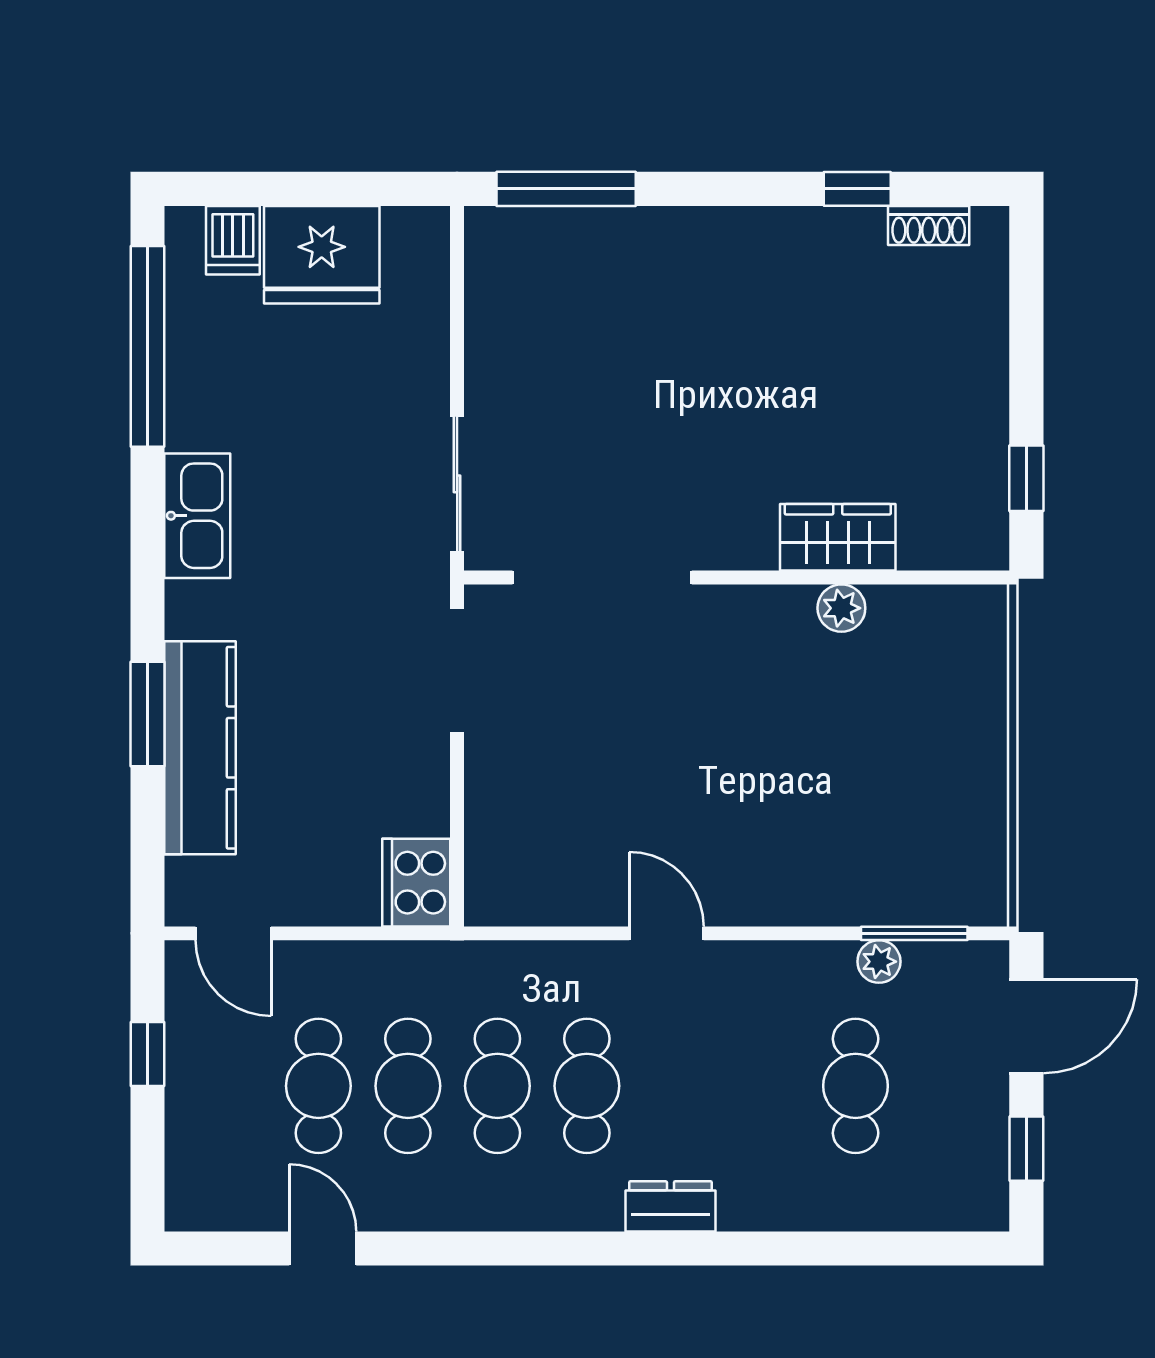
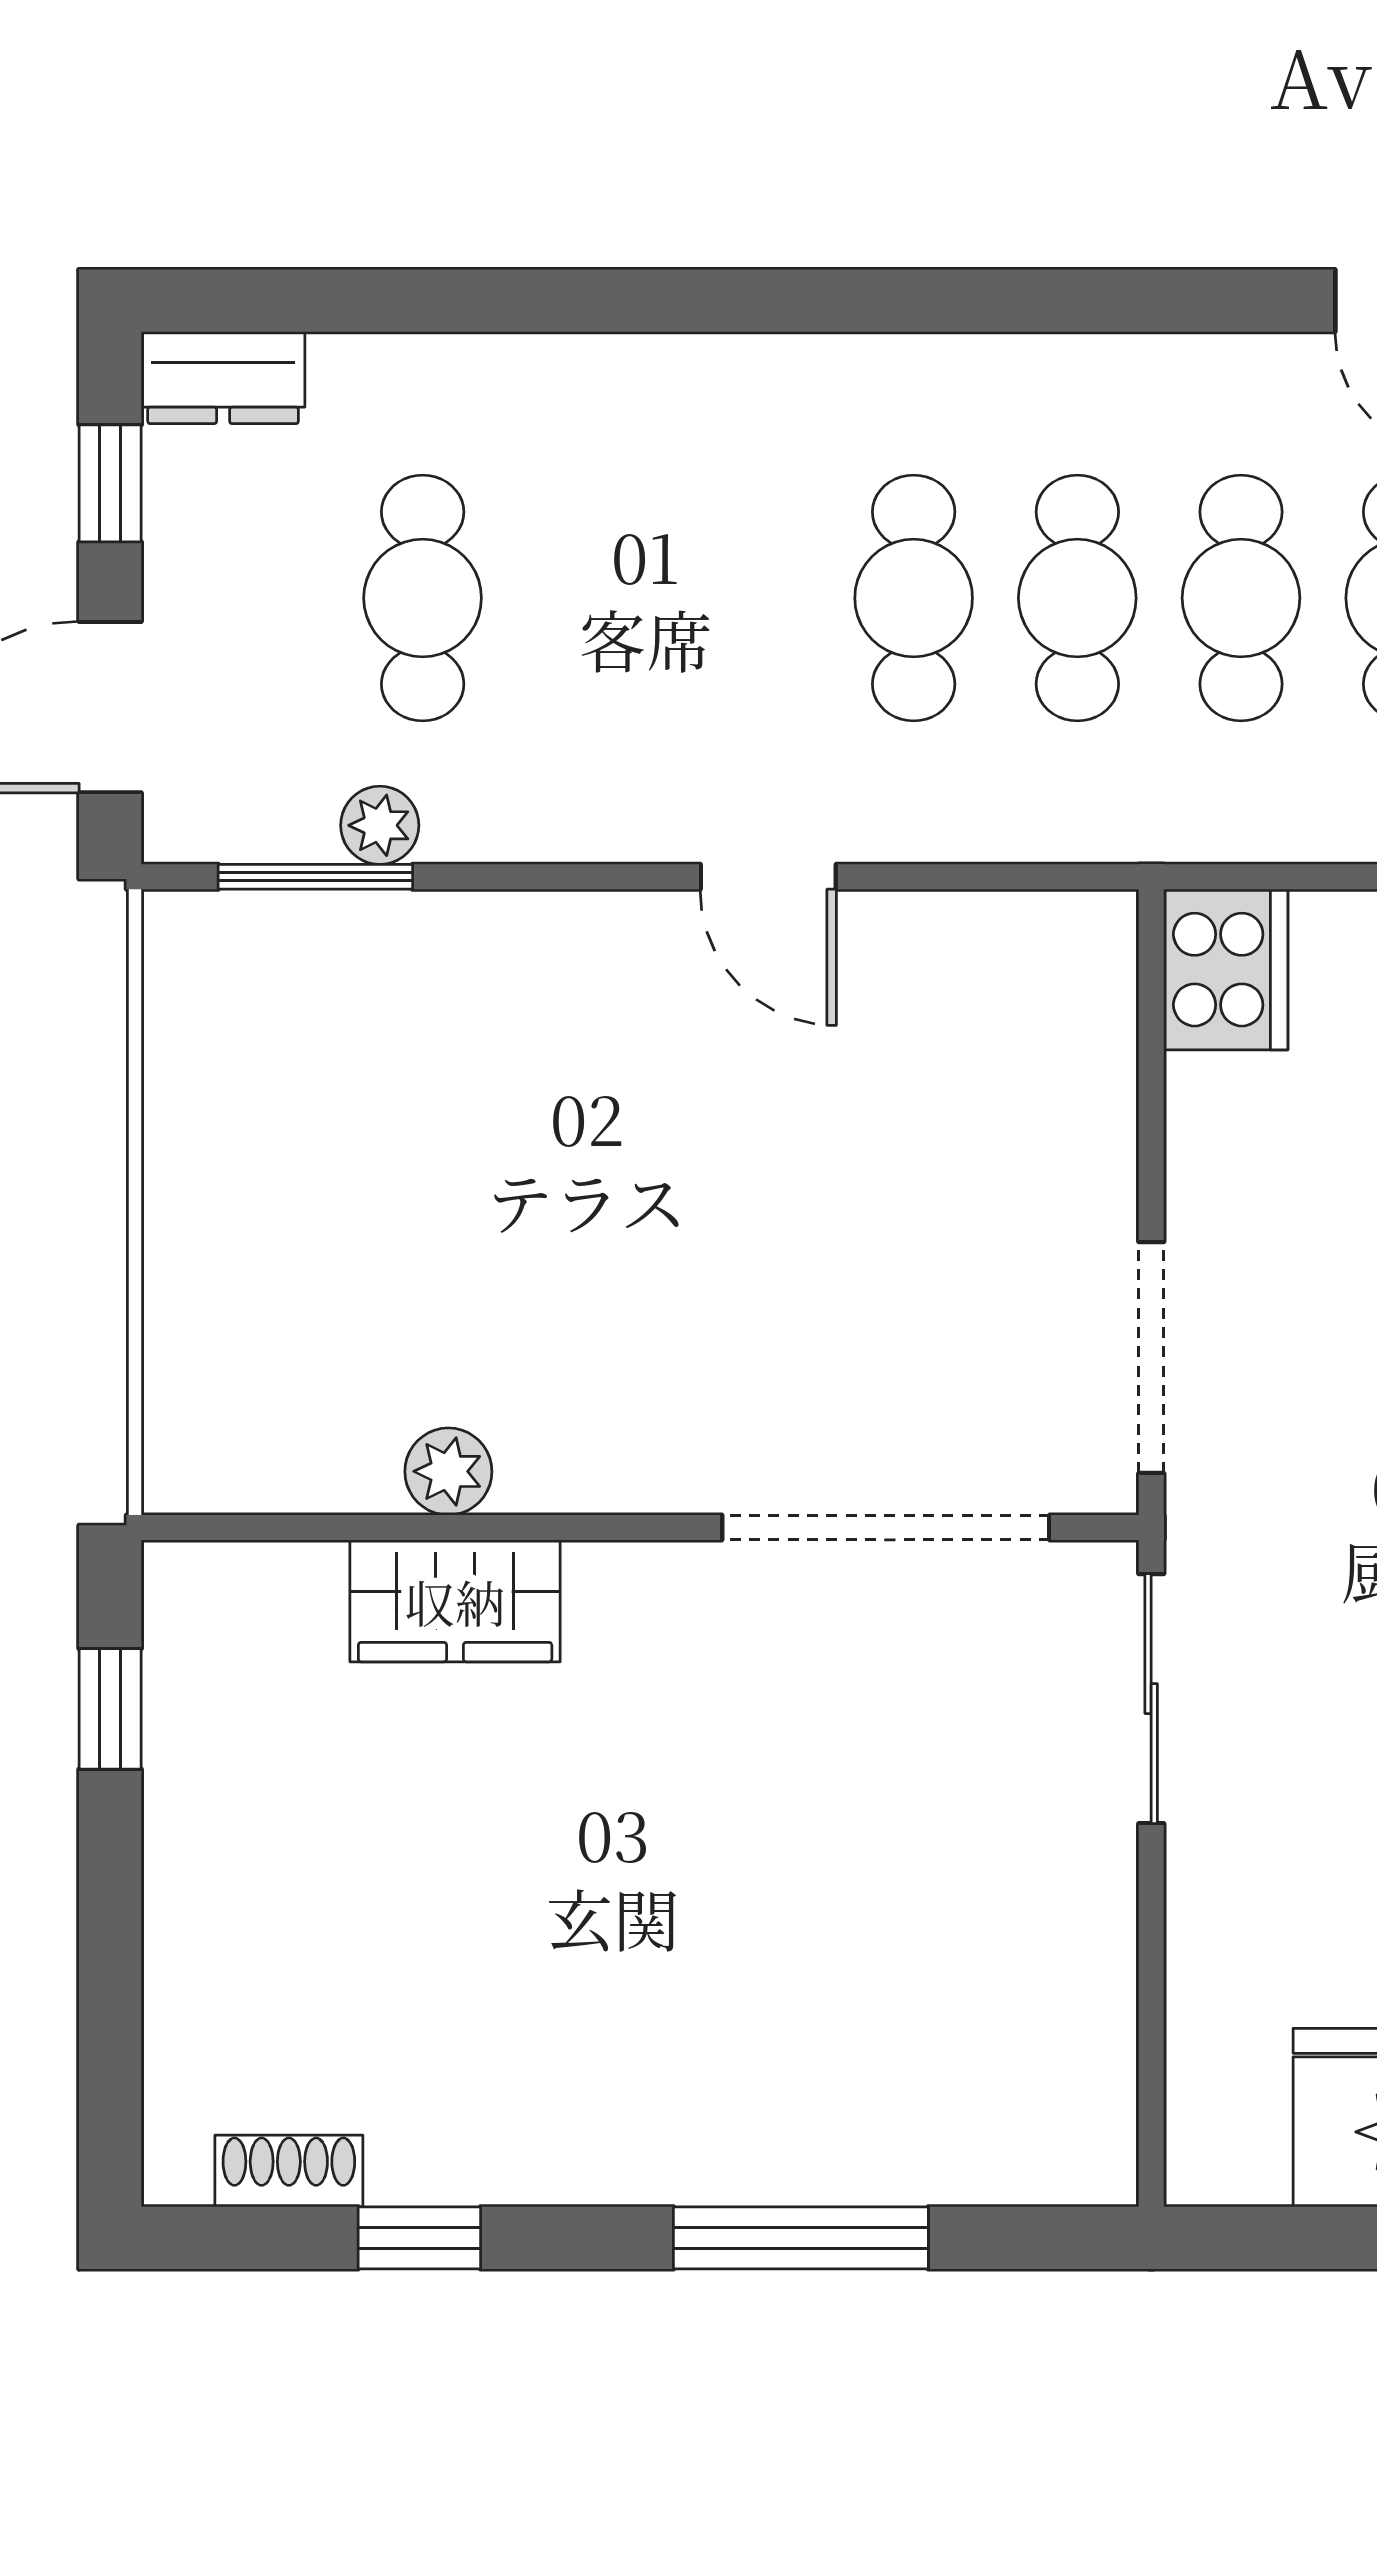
window: (566, 189) -> (801, 2238), moved
dresser: (670, 1206) -> (223, 378), moved

